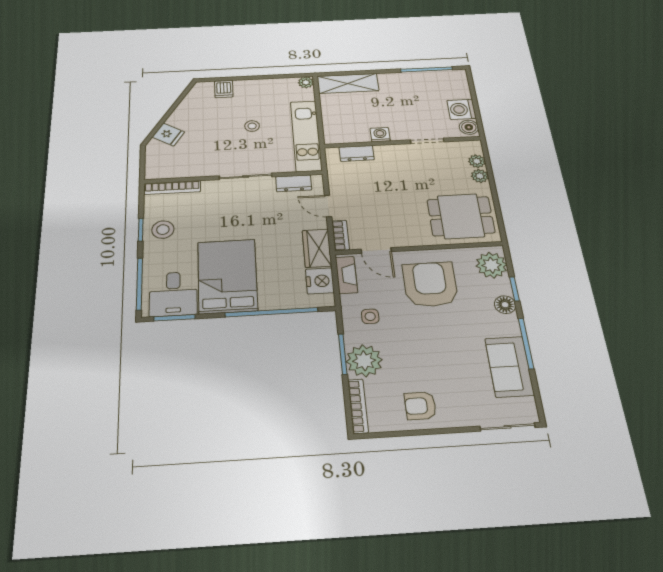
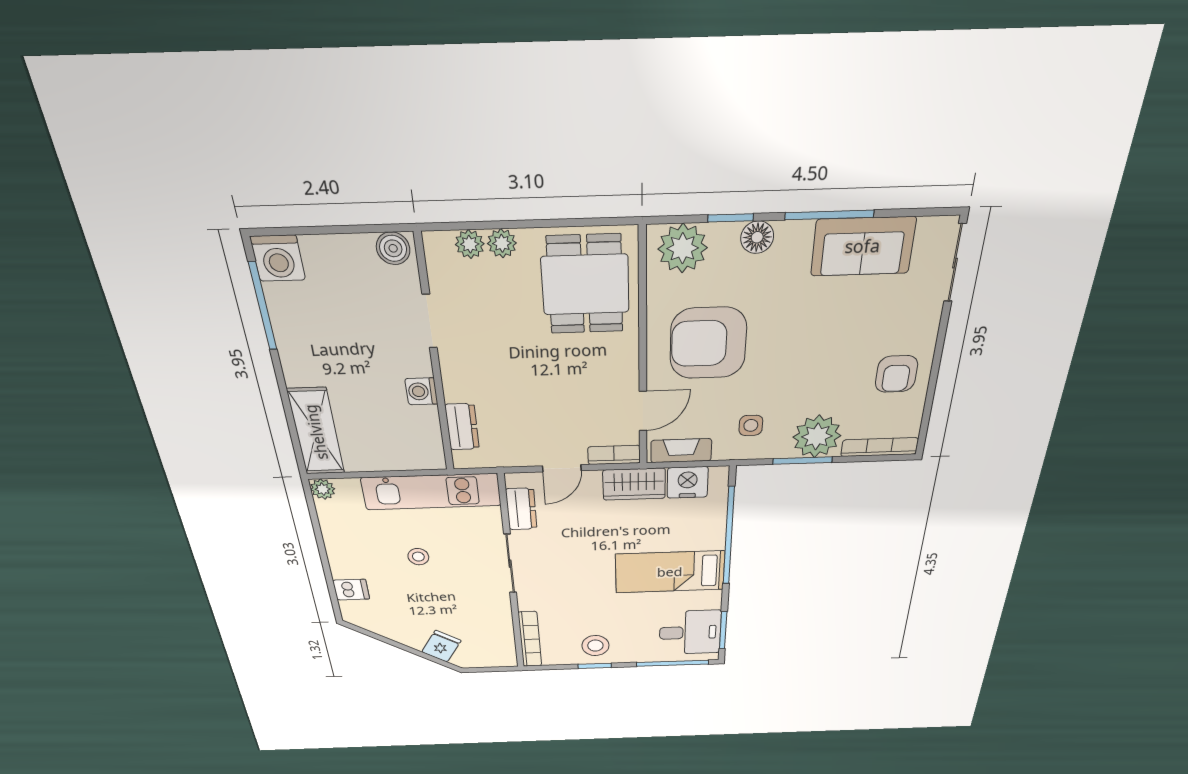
washing machine: (462, 109) -> (278, 258), moved
bed: (227, 276) -> (670, 572), width x0.67

